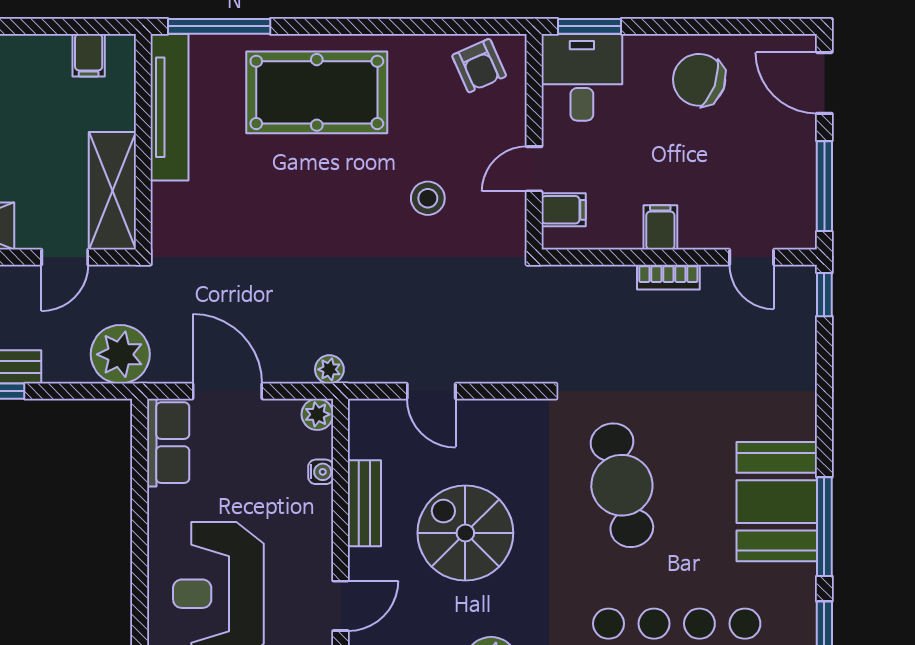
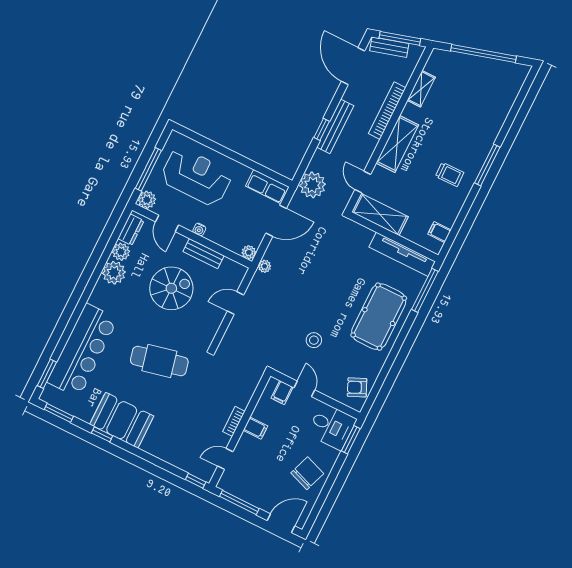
water cooler: (321, 472) -> (199, 230), moved
window: (824, 527) -> (102, 434), width x0.46

